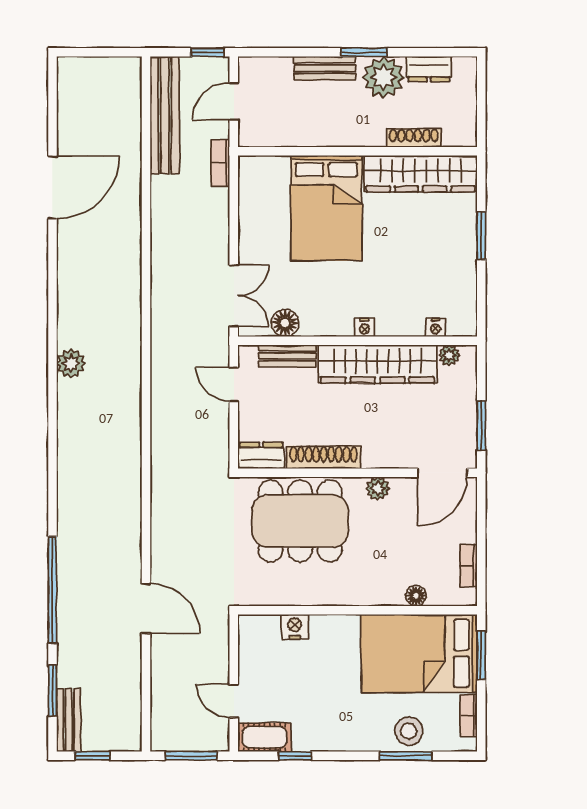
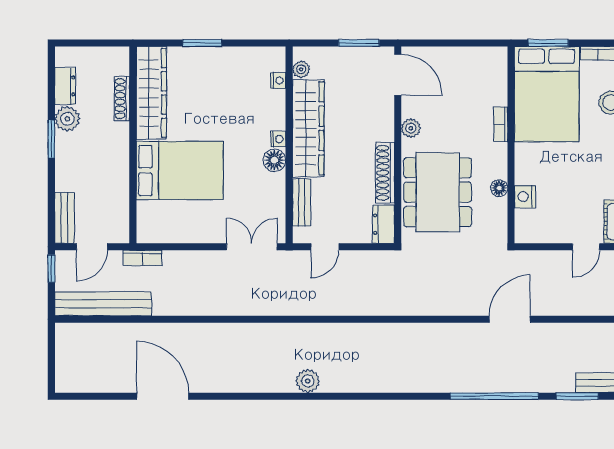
bench: (325, 68) -> (64, 218), moved
plant: (384, 77) -> (67, 119), width x0.73, depth x0.73
door: (234, 101) -> (92, 247), hinge flipped
floor lamp: (285, 323) -> (274, 160), moved
bookcase: (469, 565) -> (501, 124), moved, turned 90
floor lamp: (416, 596) -> (499, 188), moved

